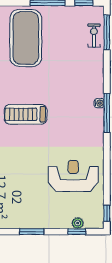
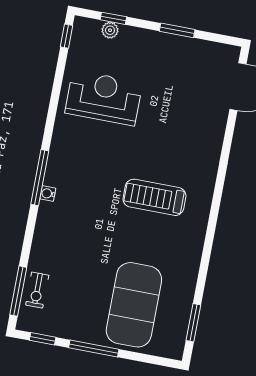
treadmill: (26, 114) -> (154, 197), turned 180
reception desk: (73, 176) -> (104, 98), turned 180

